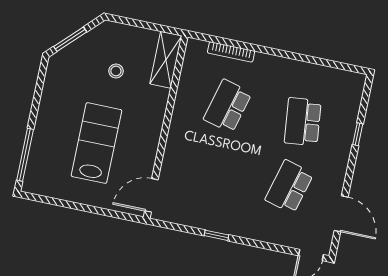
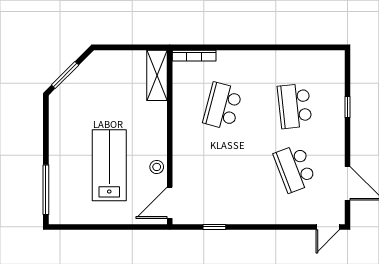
bookcase: (231, 52) -> (194, 56), moved
stool: (116, 71) -> (157, 167), moved
school desk: (289, 187) -> (295, 168), turned -36
window: (216, 235) -> (214, 227), moved

